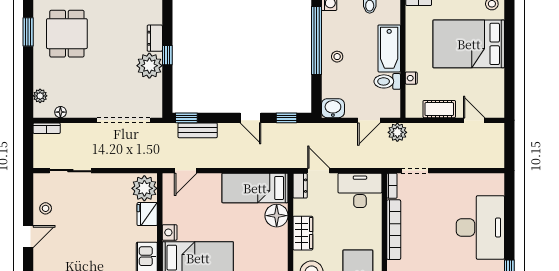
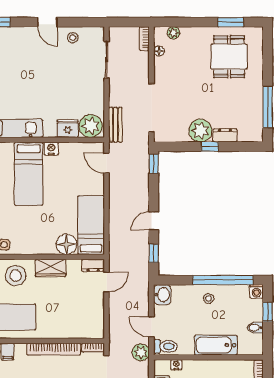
dining table: (67, 34) -> (229, 57), turned 90
nightstand: (411, 78) -> (176, 365), moved
toilet: (387, 81) -> (165, 346), moved, turned 90
bench: (198, 130) -> (115, 125), moved
desk: (360, 190) -> (89, 319), removed

